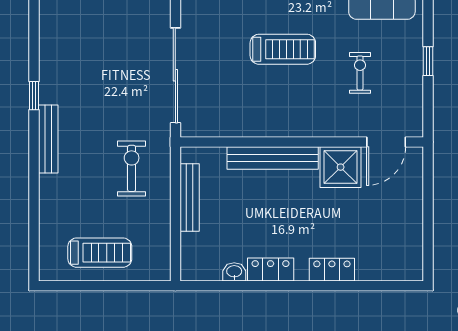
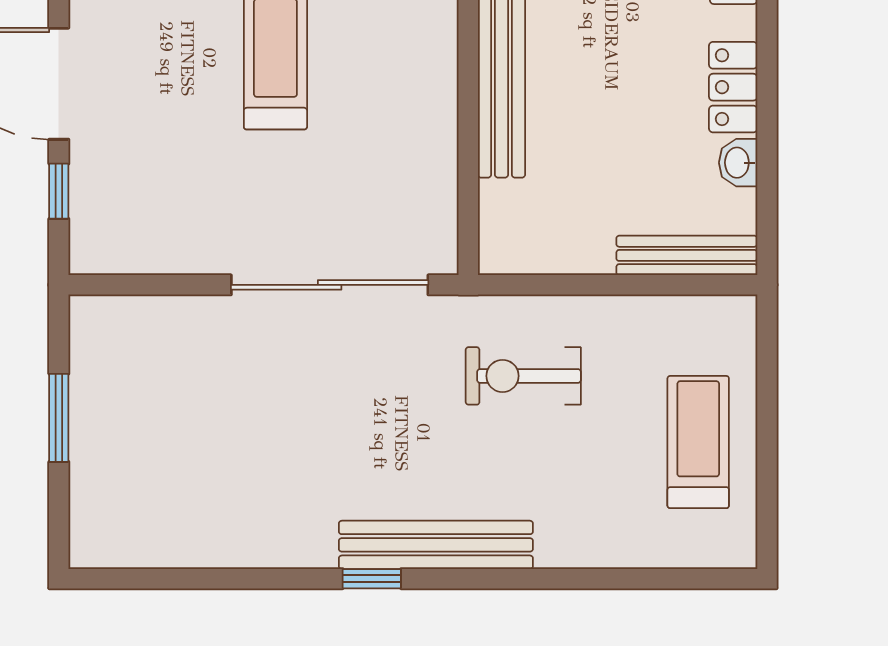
bench: (48, 139) -> (436, 545), width x1.37, depth x1.21
bench: (190, 198) -> (687, 255), moved

